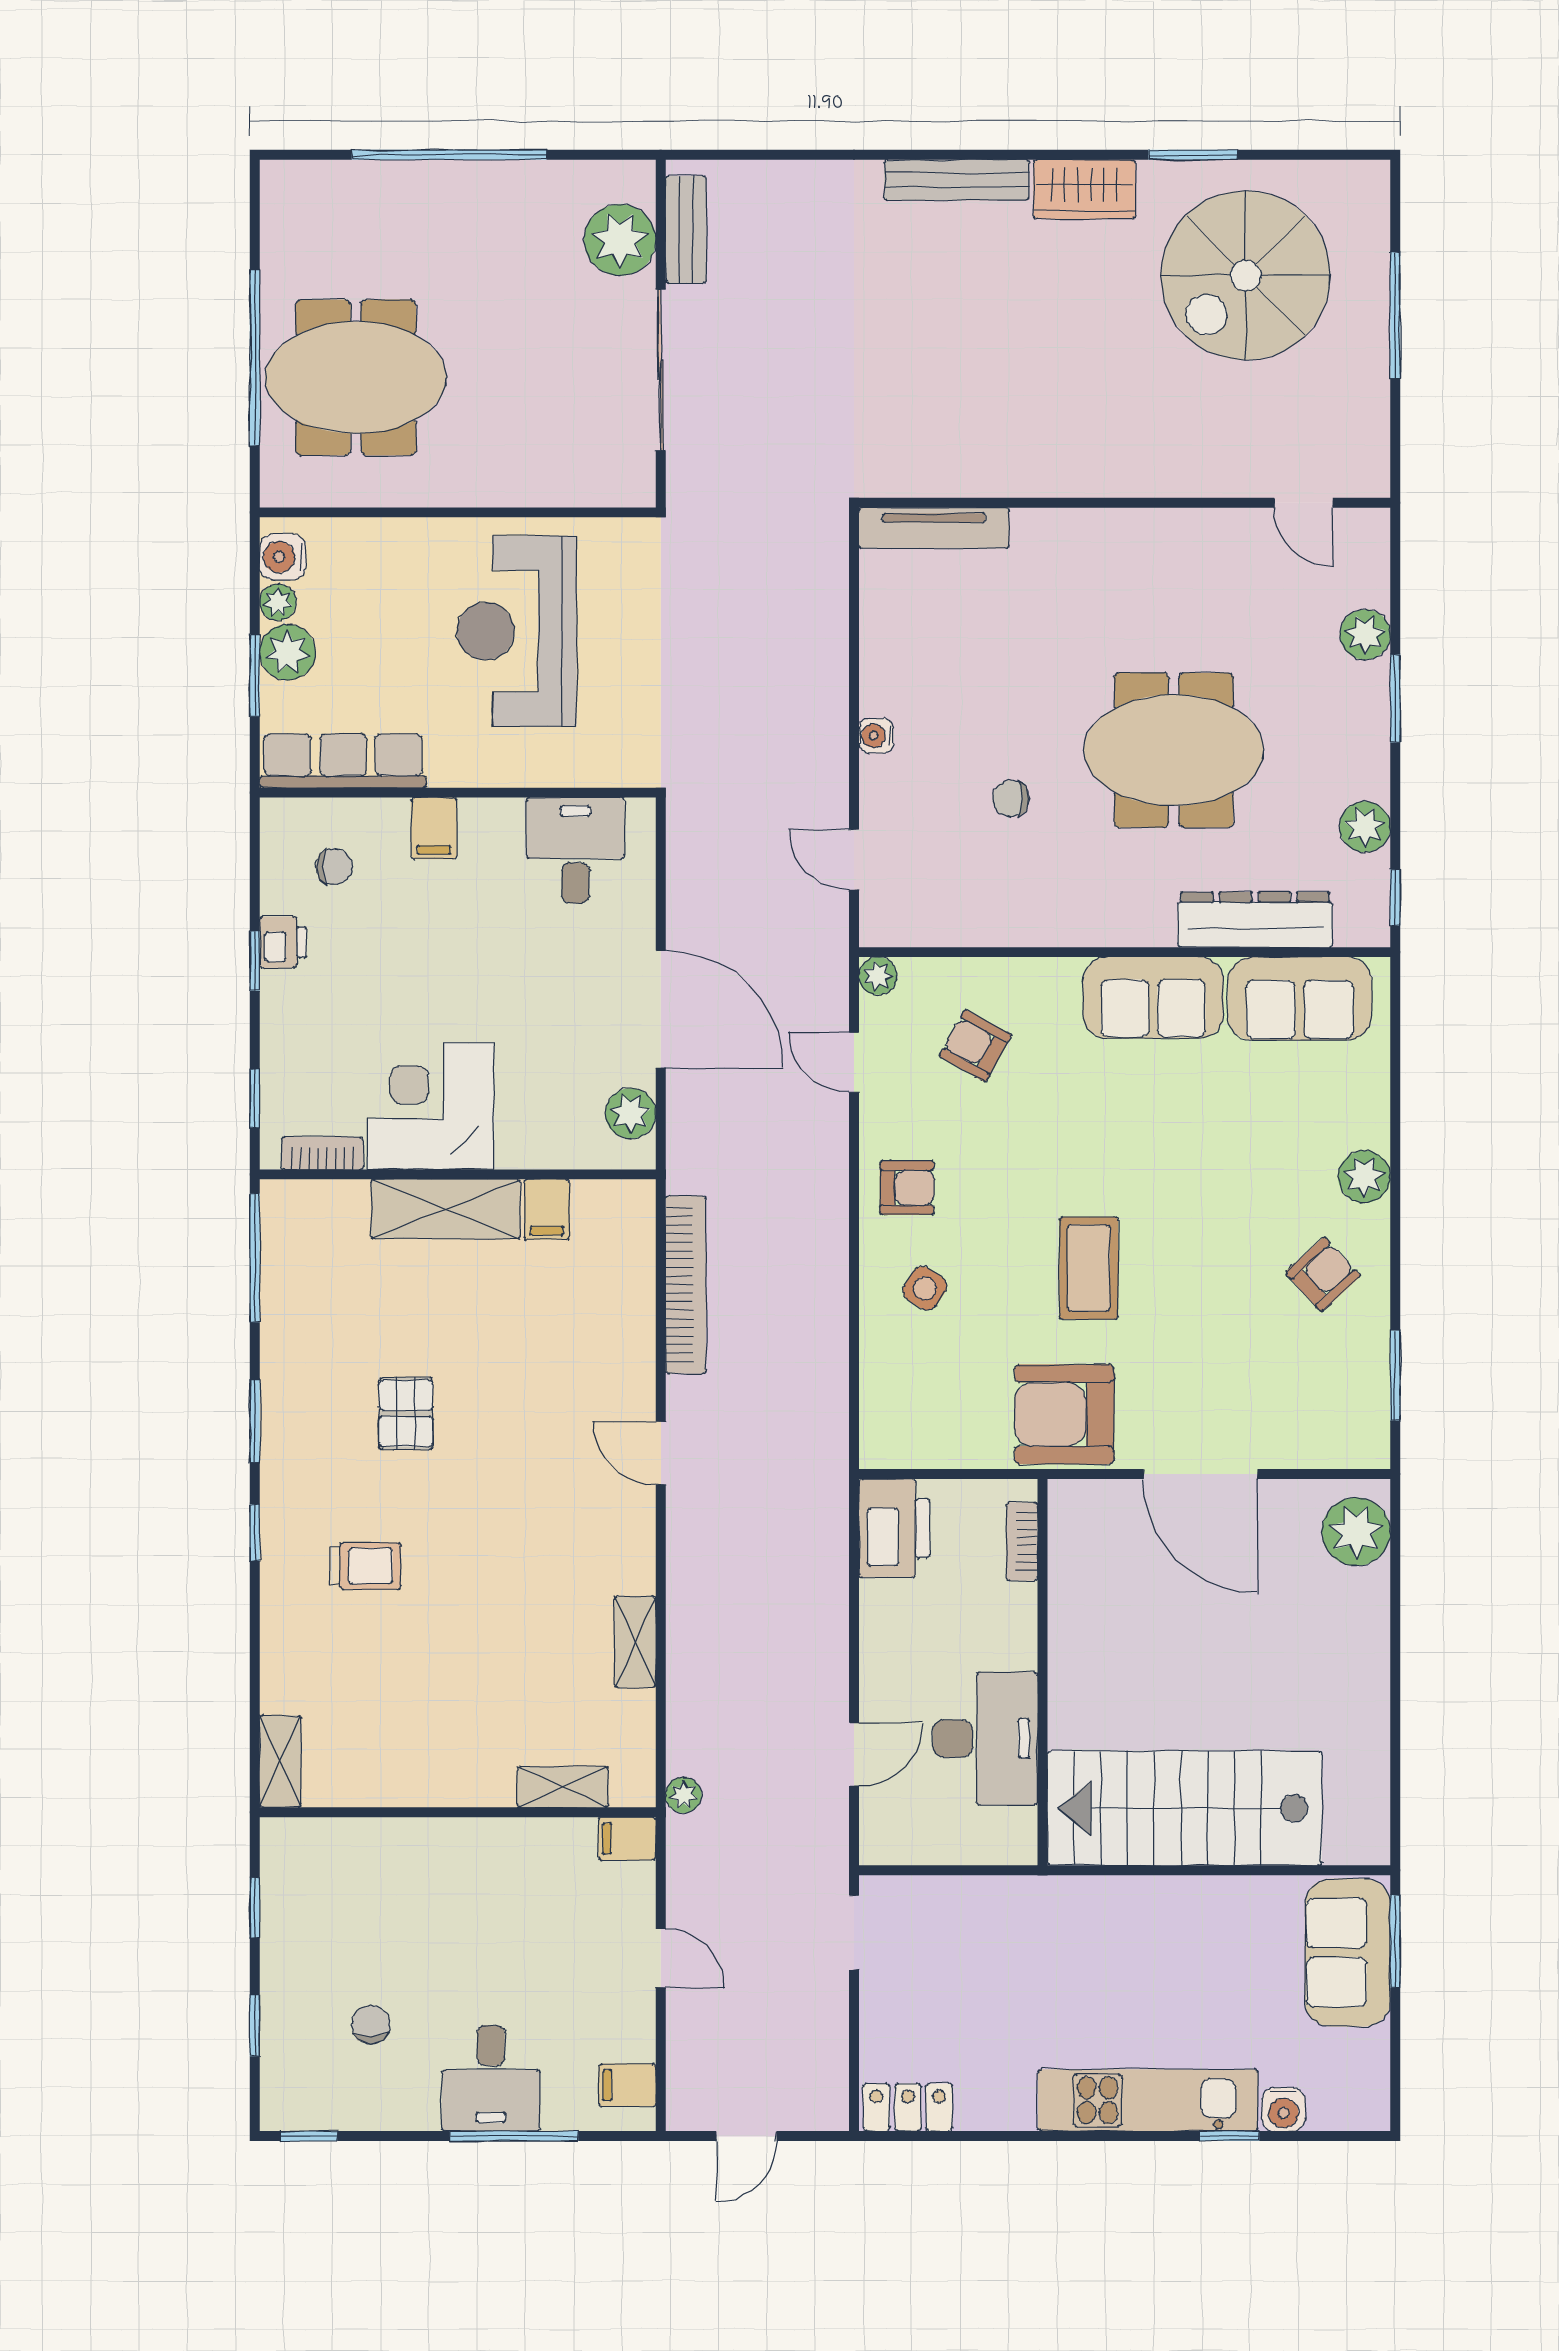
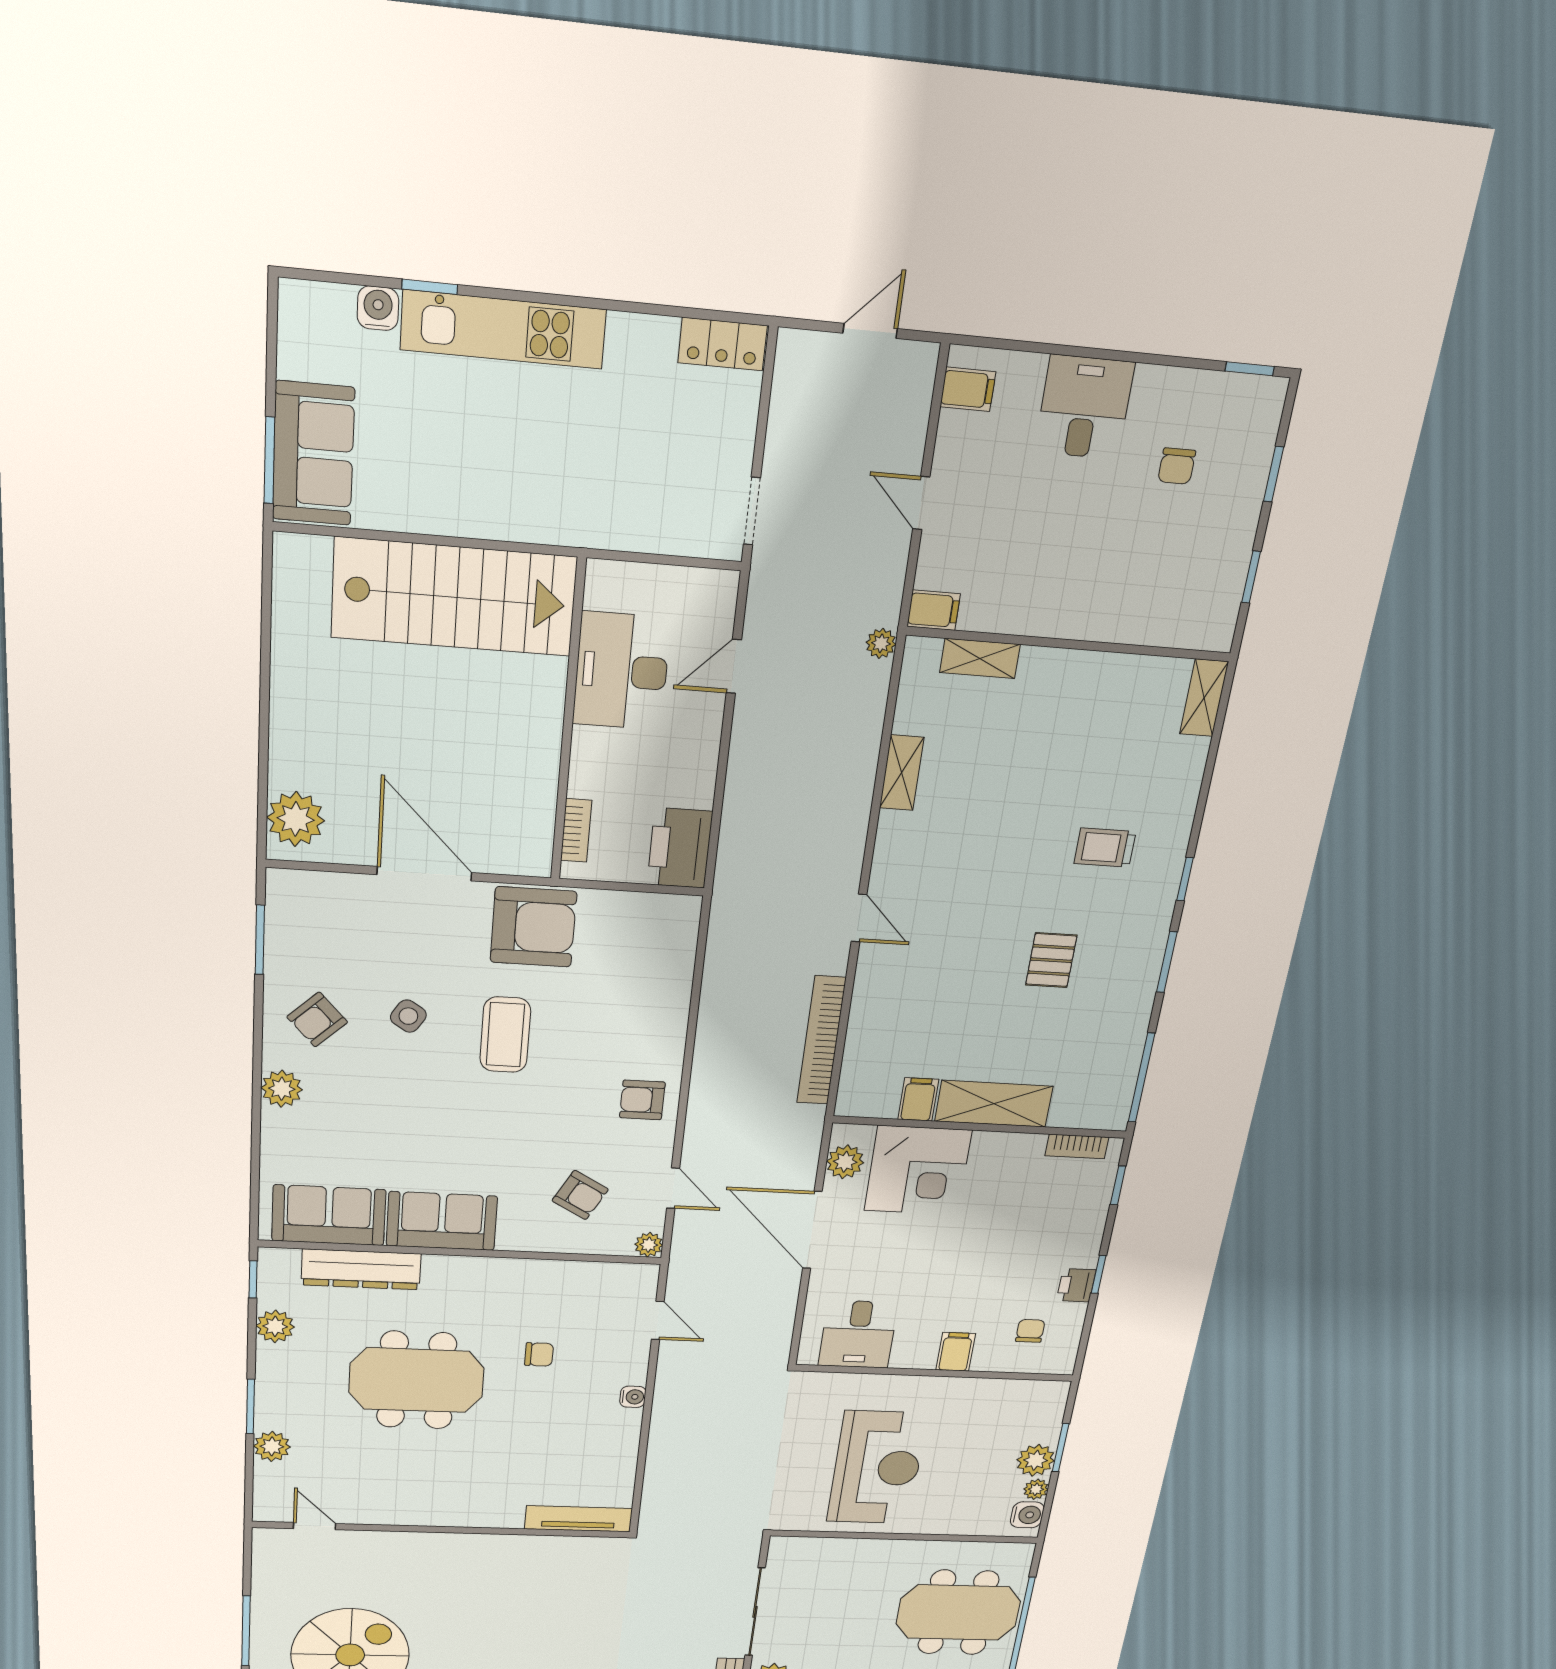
row of seats: (343, 761) -> (1011, 1395), removed
chair: (334, 867) -> (1030, 1331), turned 90
corner desk: (431, 1106) -> (918, 1170), moved
side table: (925, 1288) -> (408, 1016), moved
window: (514, 2136) -> (1074, 351), removed

